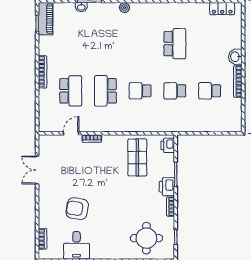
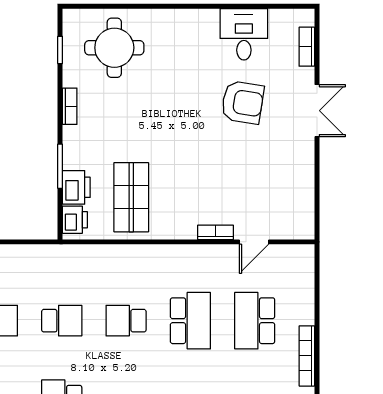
school desk: (140, 91) -> (126, 321), turned 180
double door: (37, 170) -> (317, 111), moved
printer: (167, 187) -> (76, 187), moved

